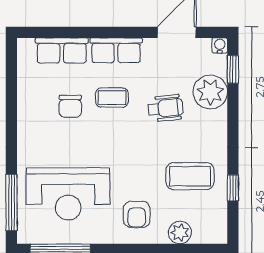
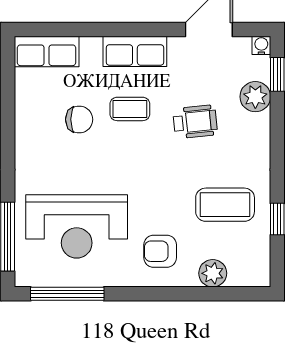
row of seats: (62, 50) -> (47, 52), moved
plant: (210, 92) -> (255, 97), width x0.73, depth x0.73
chair: (70, 106) -> (79, 119), turned -90
armchair: (137, 214) -> (160, 251), turned 90

